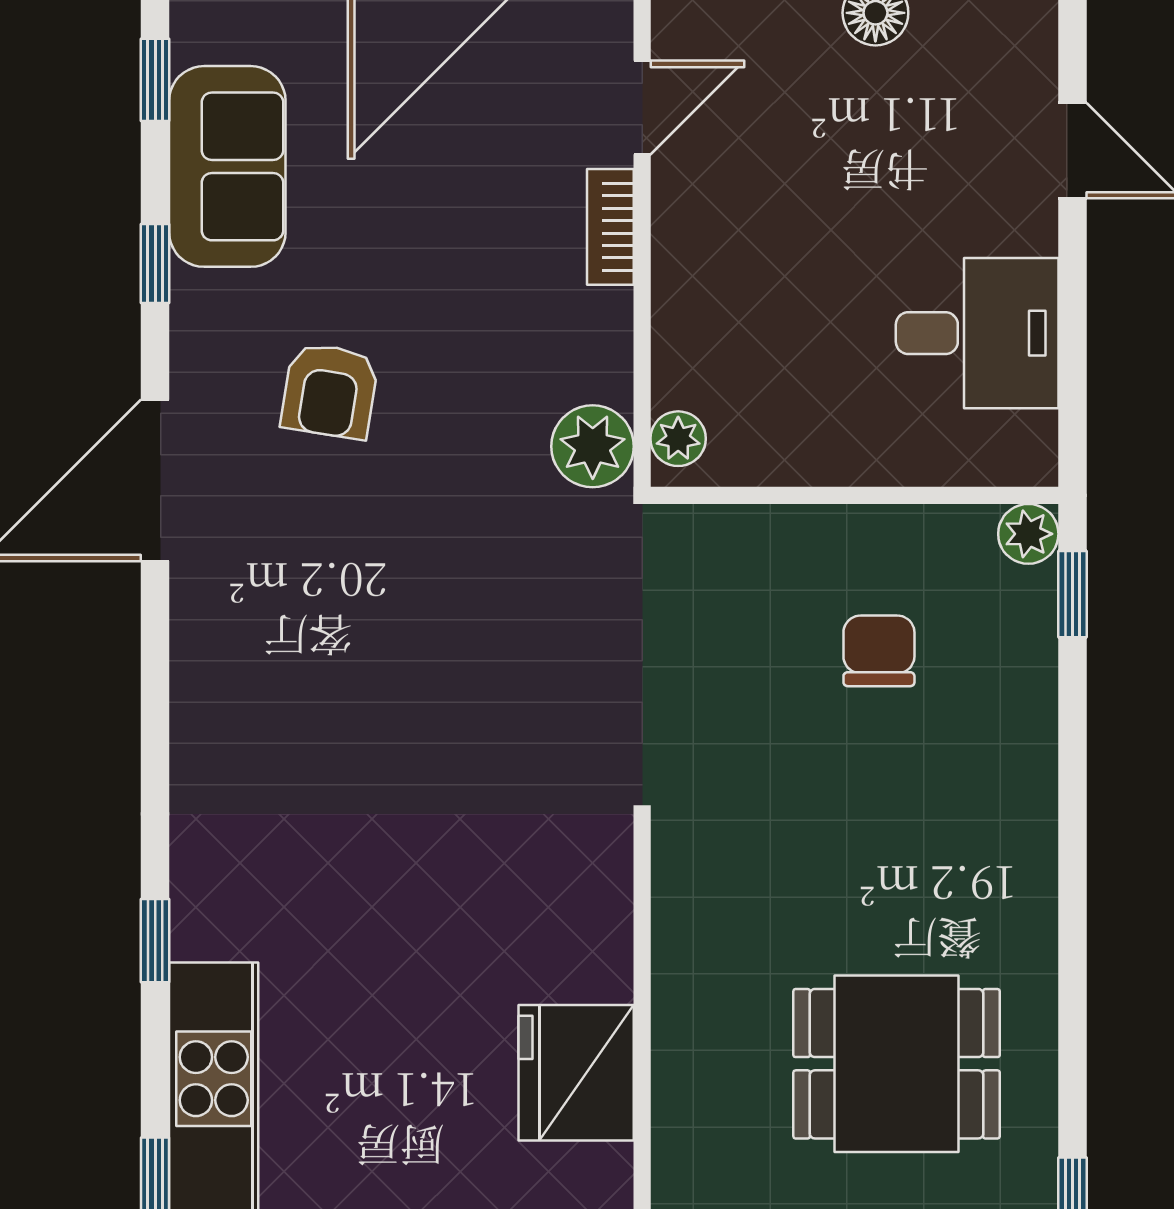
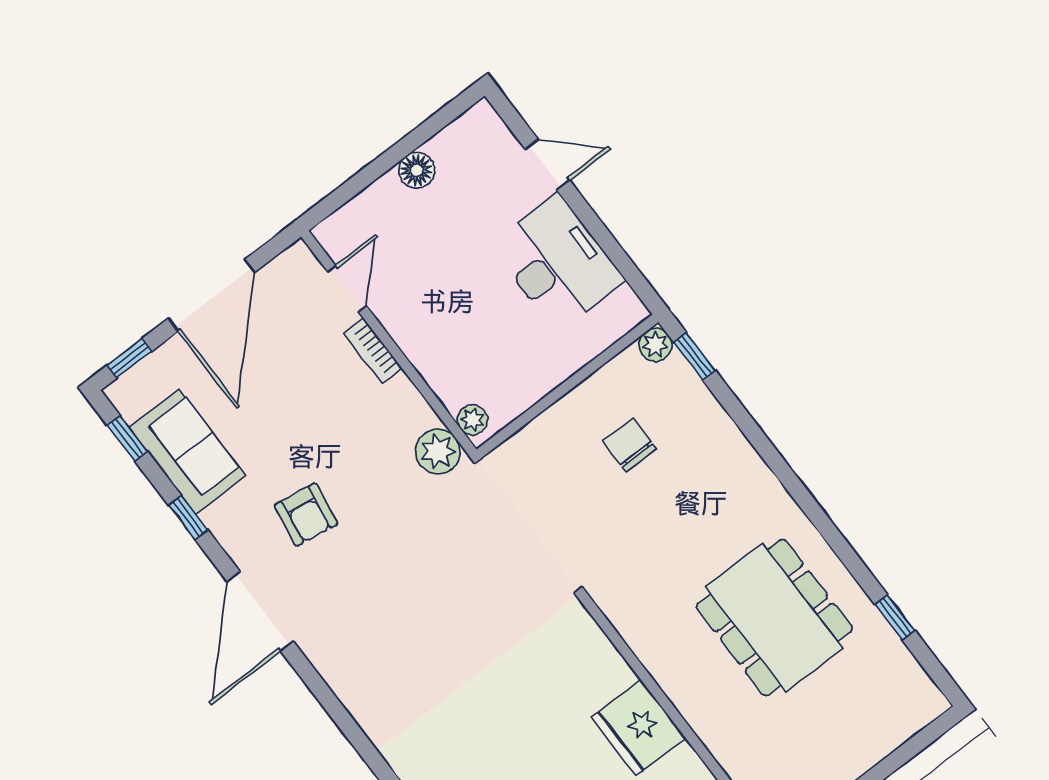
desk: (977, 333) -> (557, 263), width x1.37
dining table: (897, 1064) -> (774, 618), width x1.37

